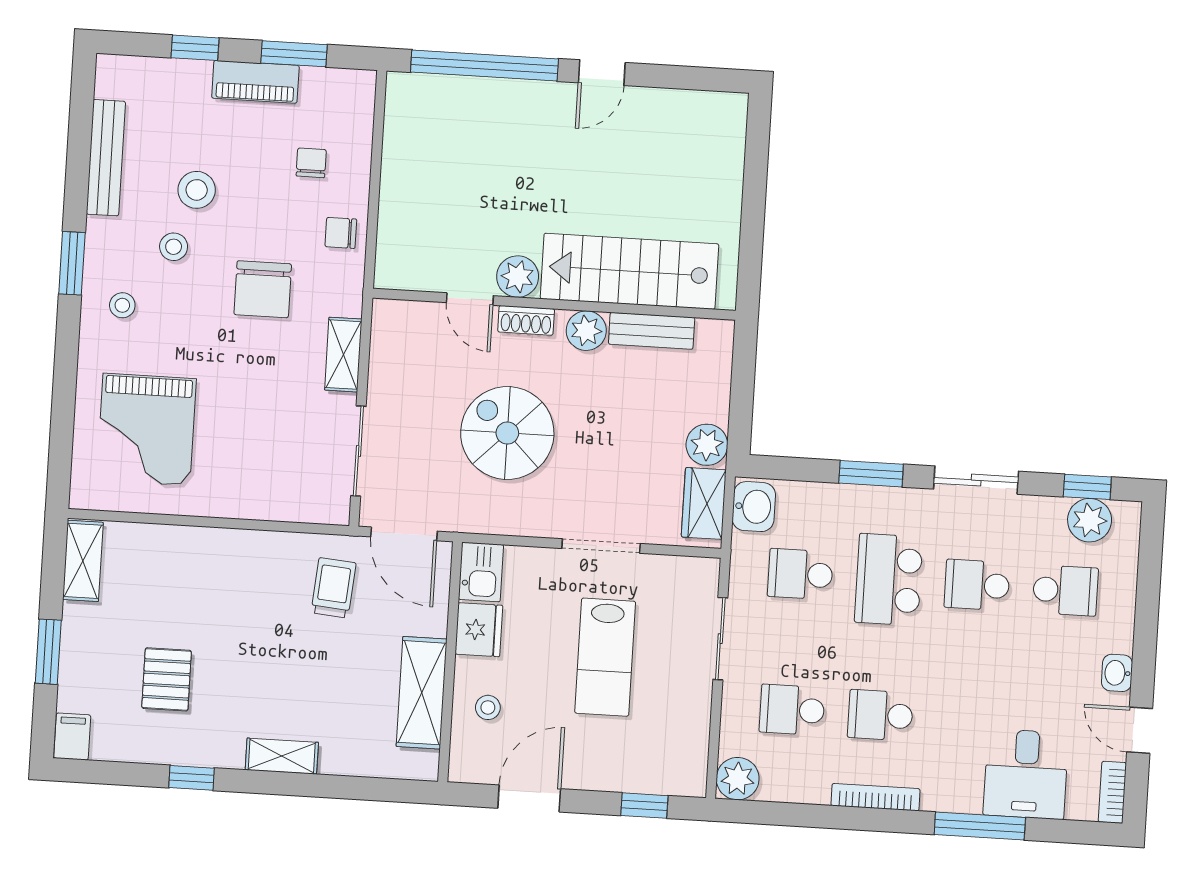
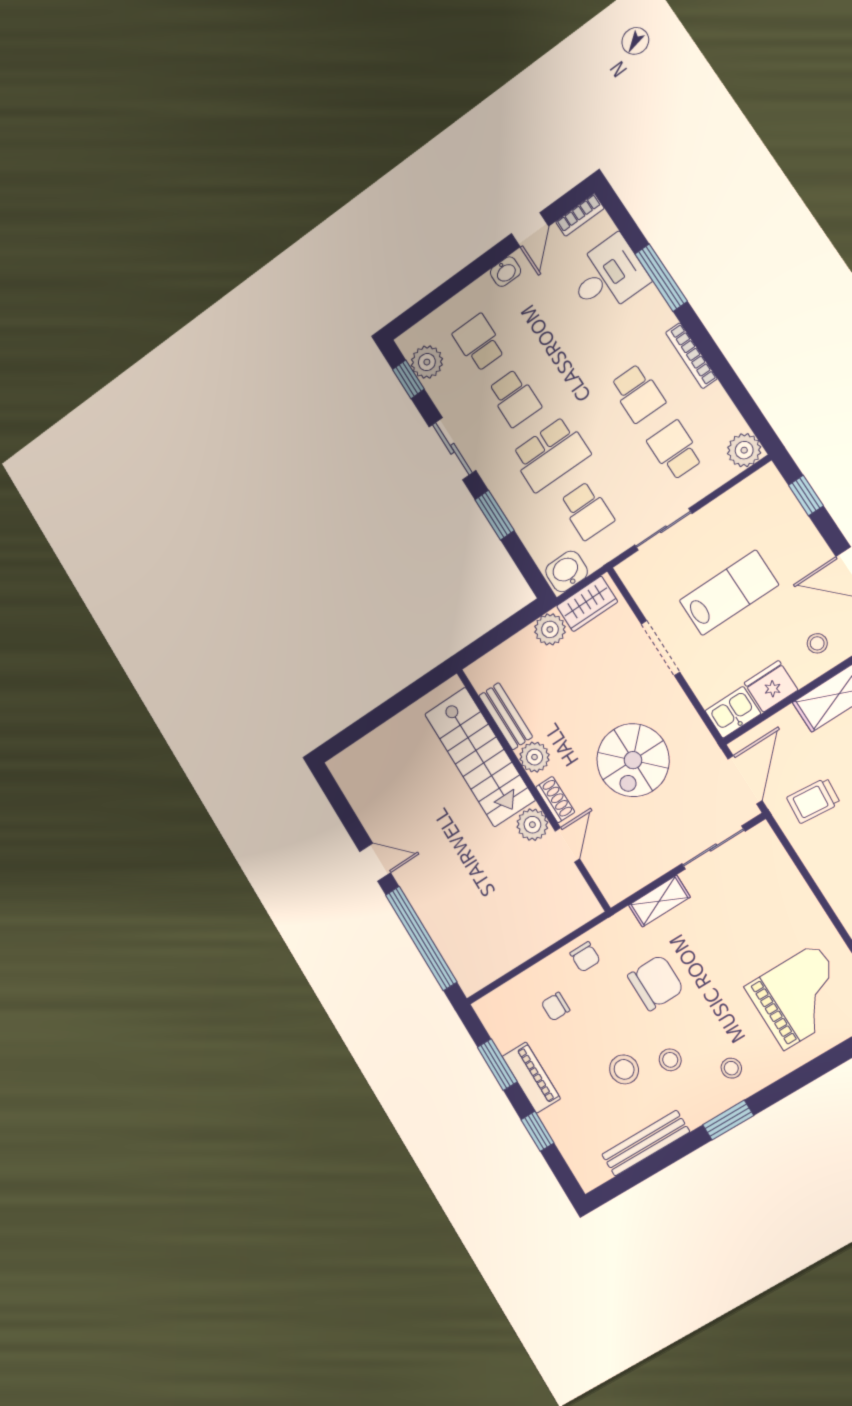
school desk: (792, 710) -> (675, 450), turned 180

